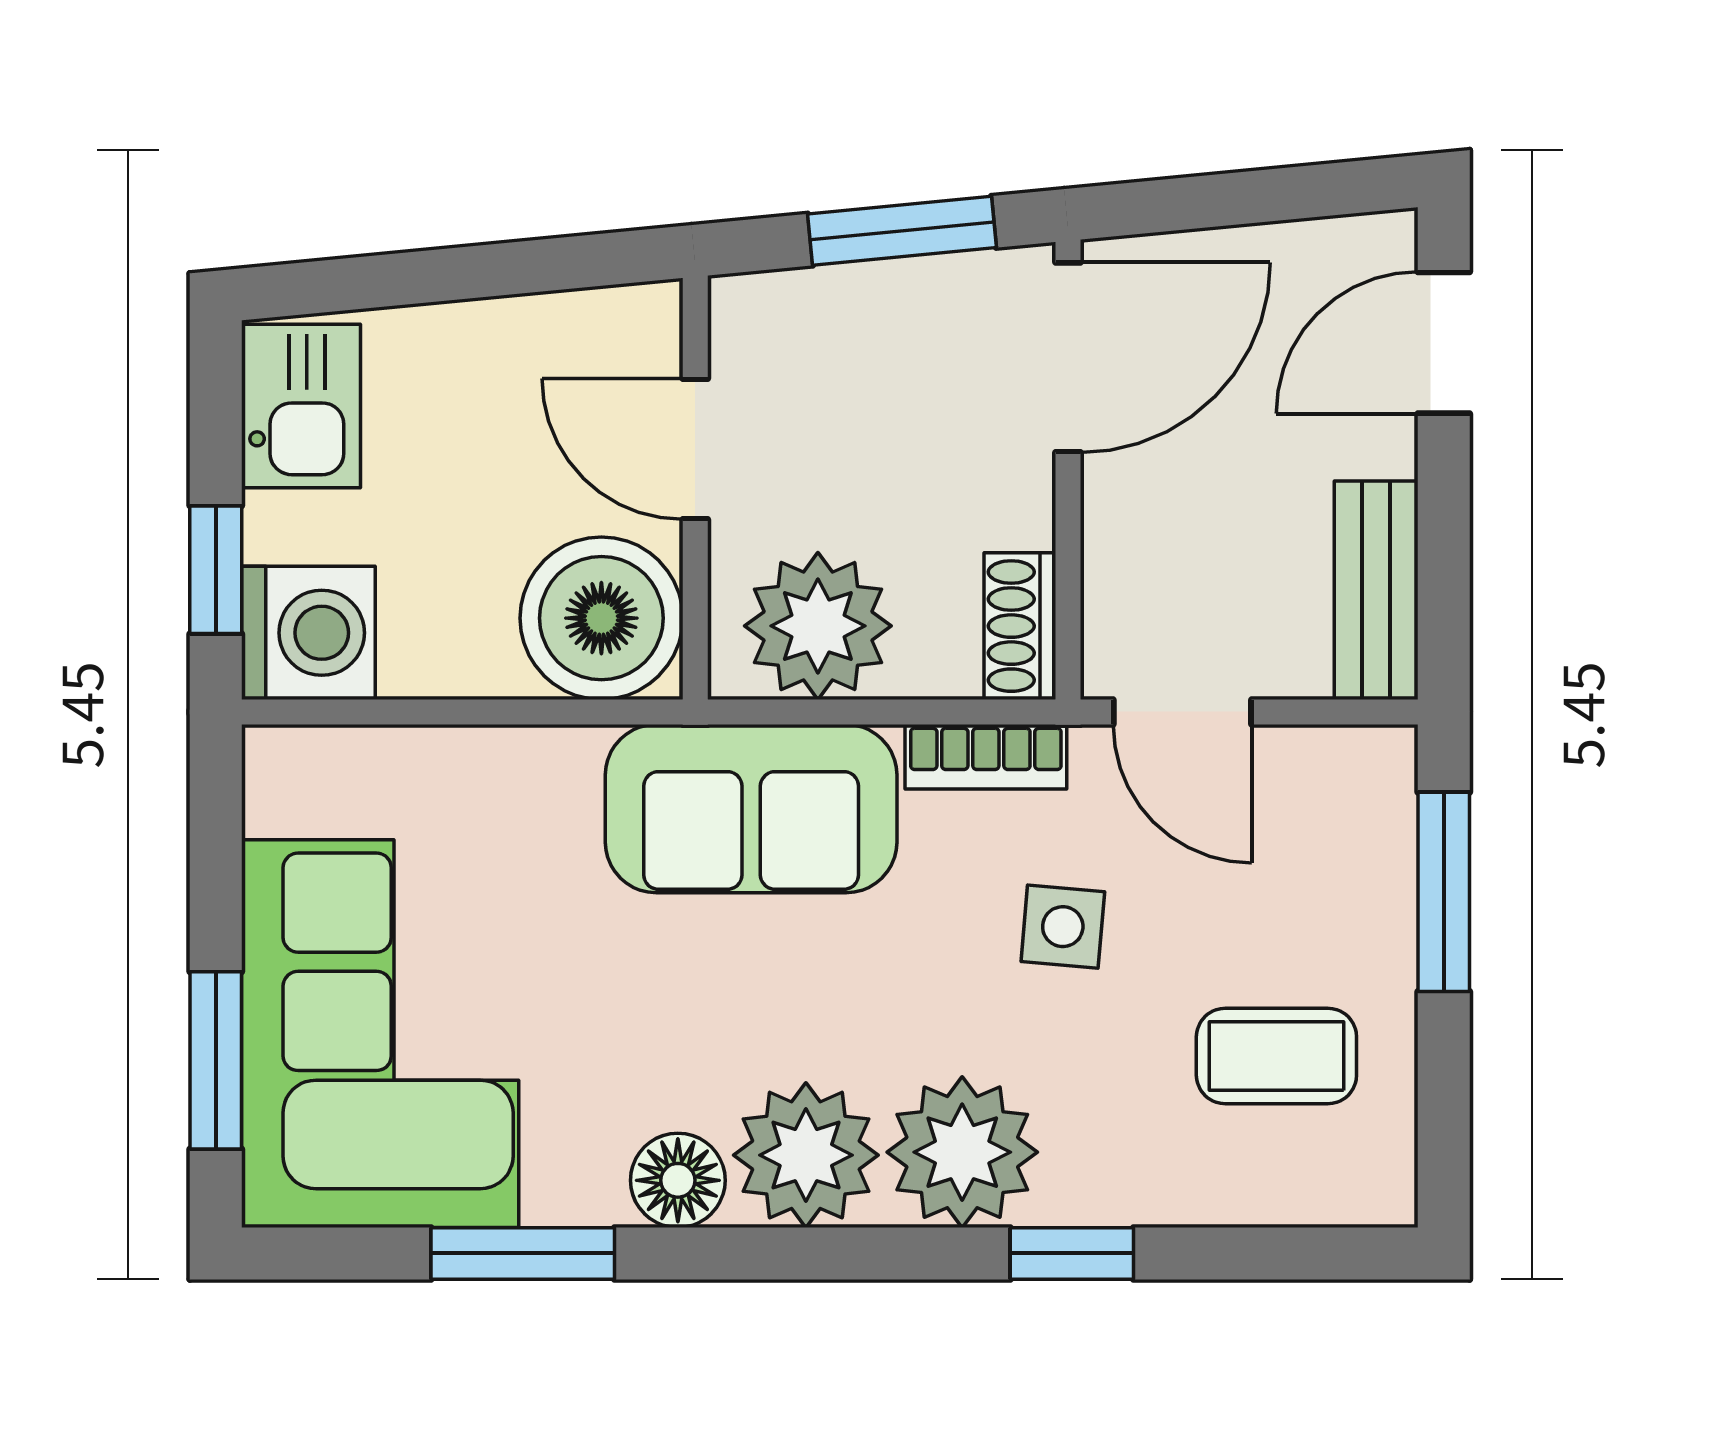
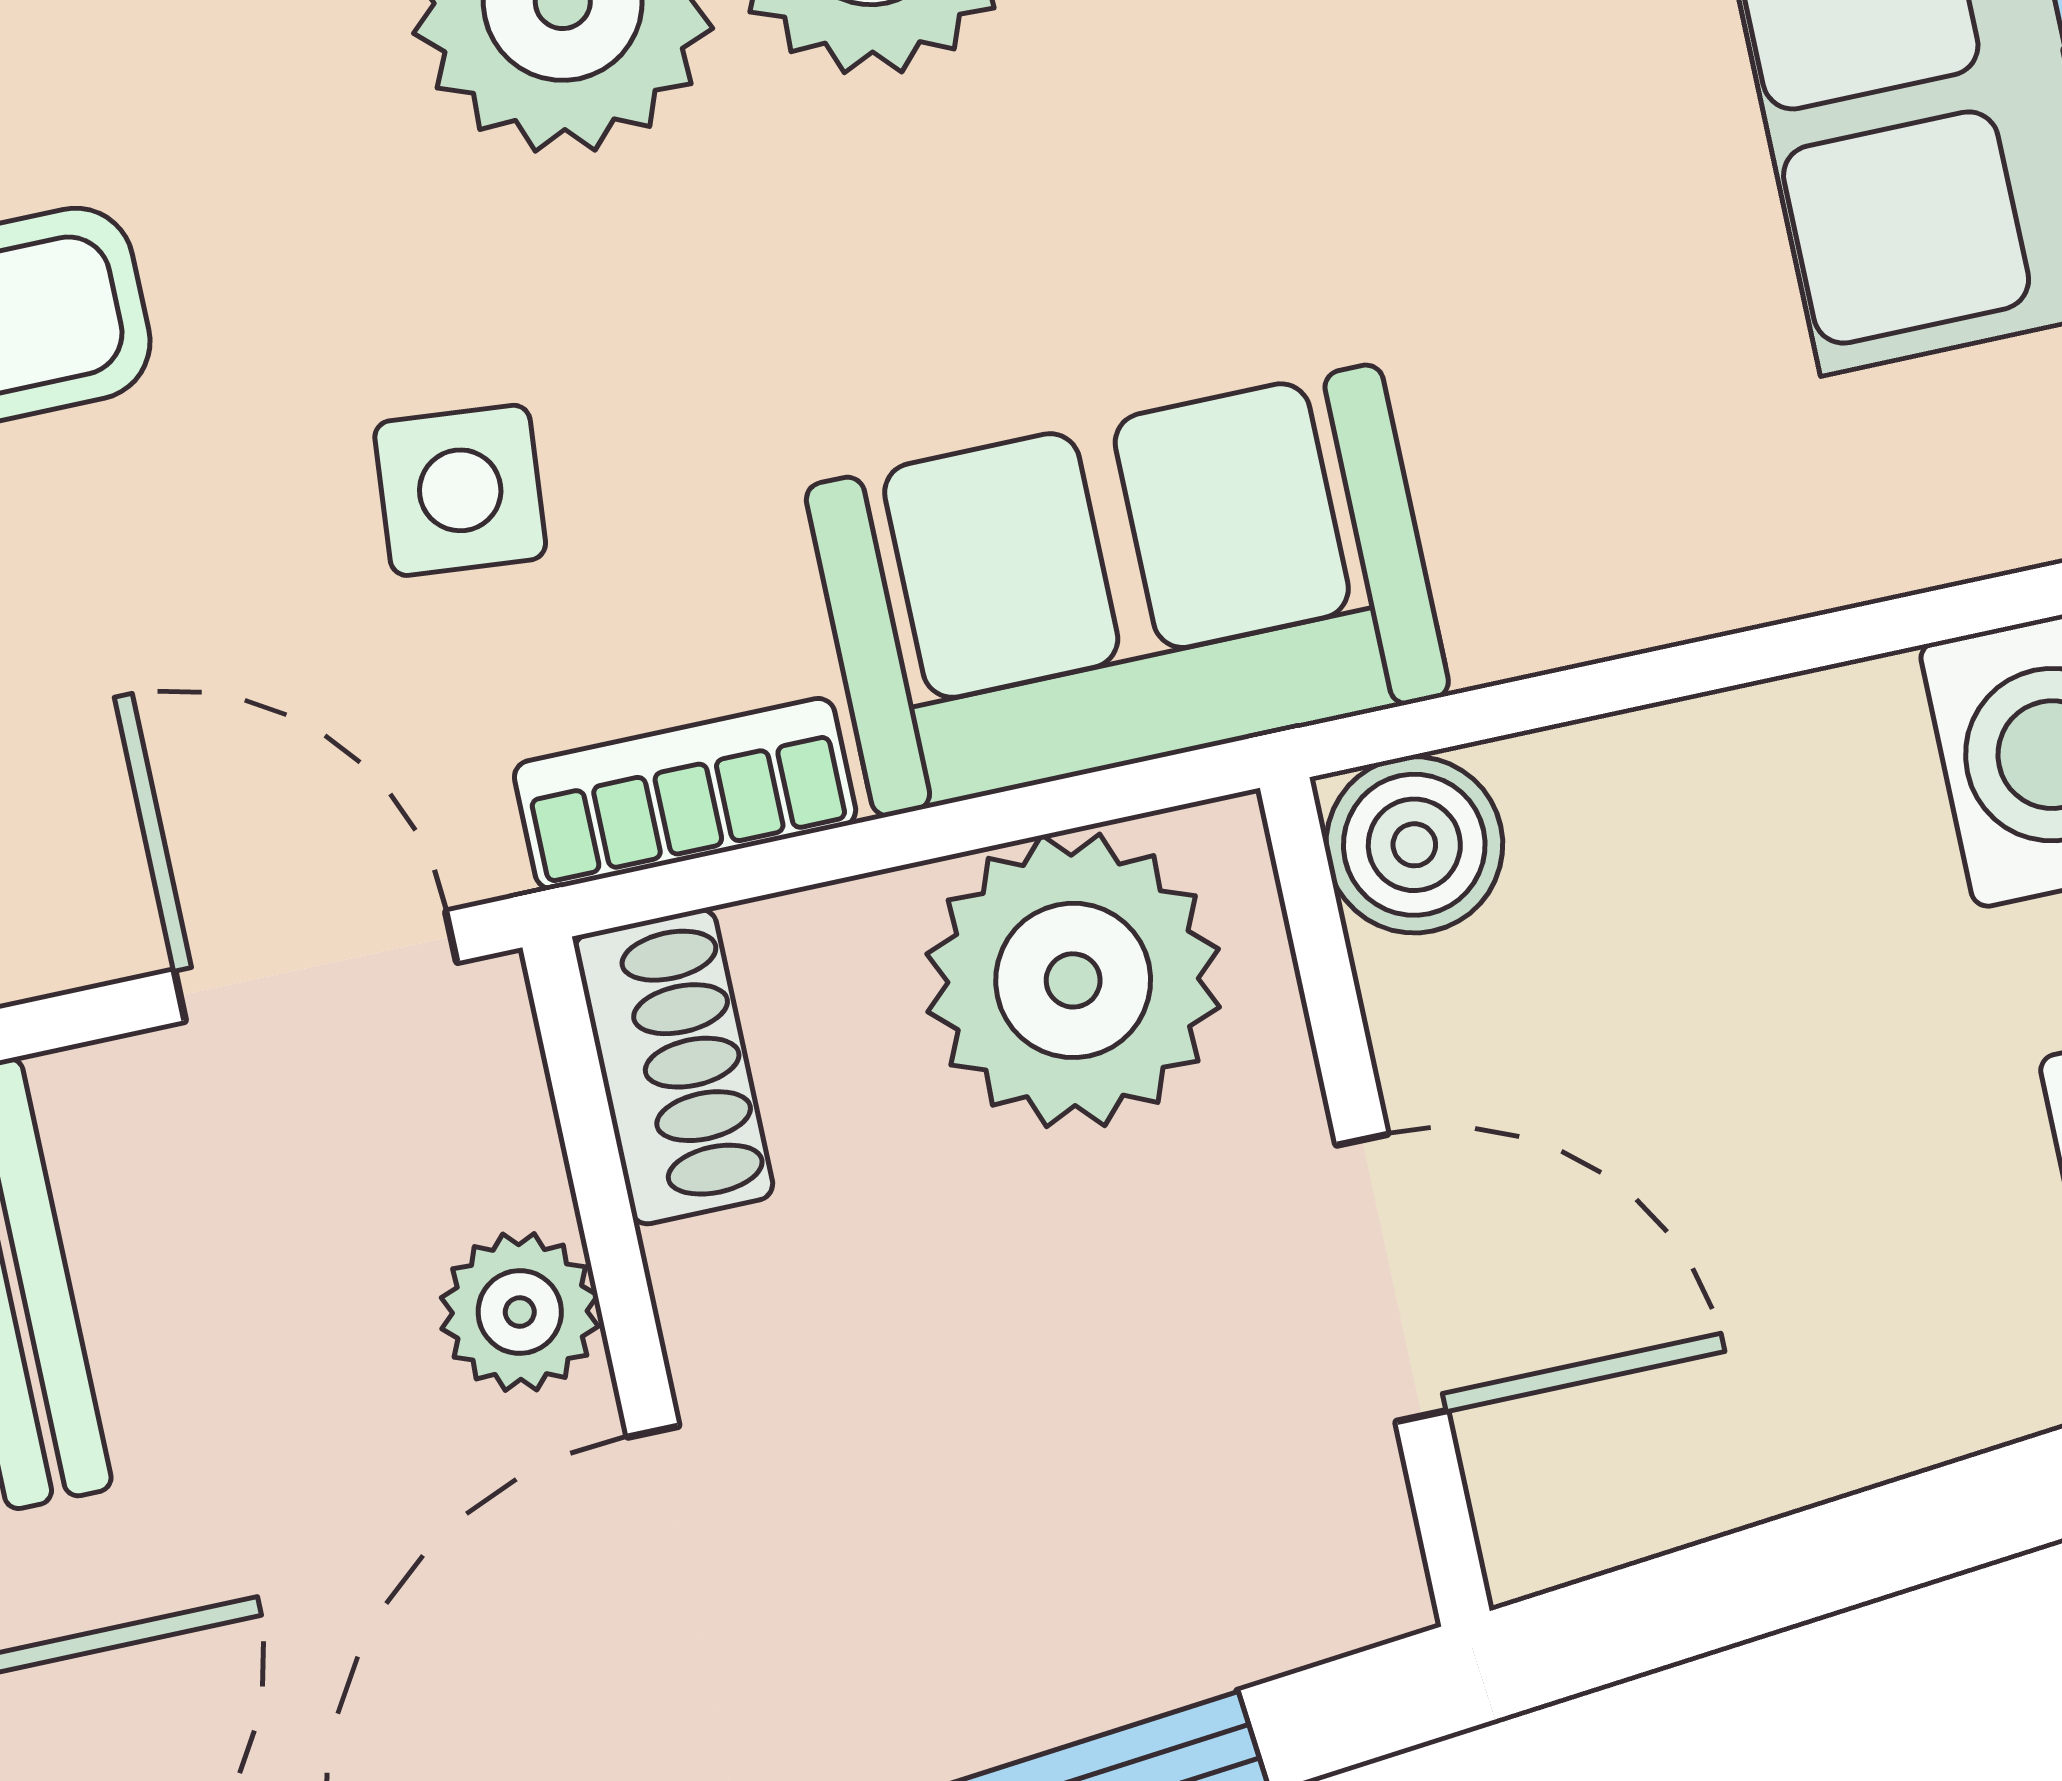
plant: (1120, 524) -> (520, 1312), added
boiler: (601, 618) -> (1414, 845), width x0.54, depth x0.54

